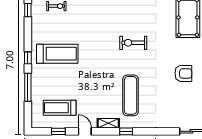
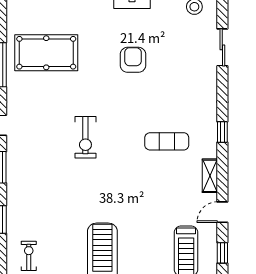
exercise mat: (131, 95) -> (167, 141), width x0.73, depth x0.69
window: (126, 131) -> (222, 132), moved

